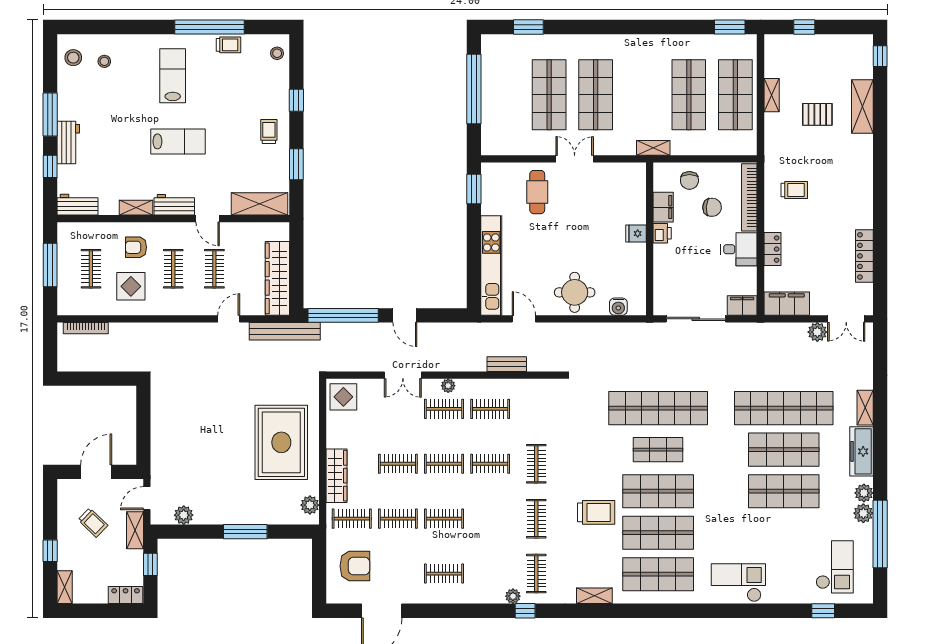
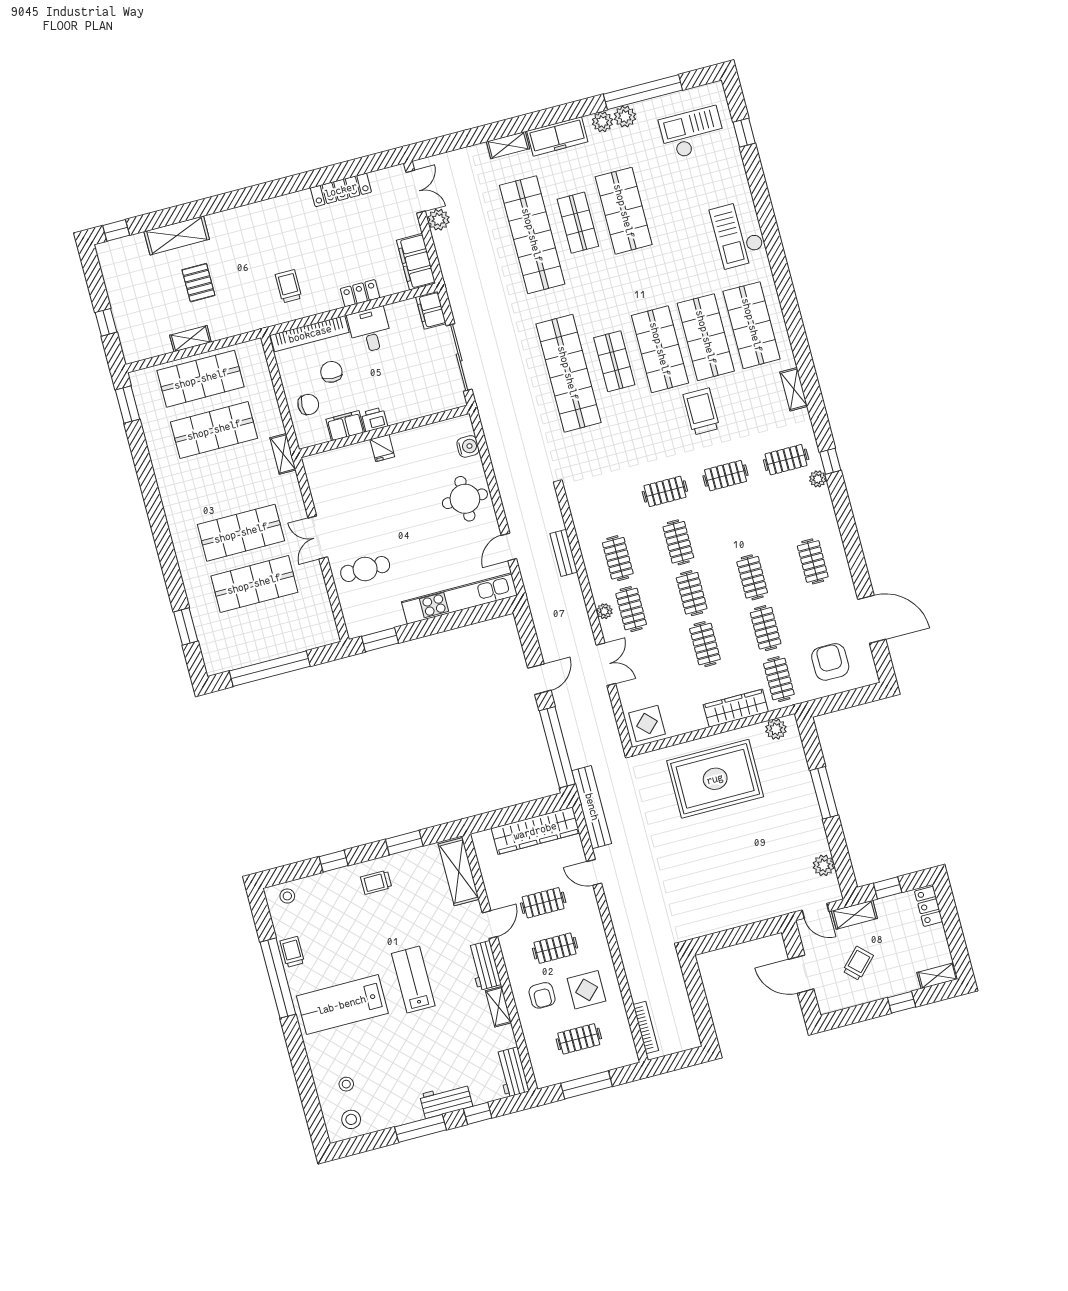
lab bench: (173, 76) -> (342, 1005), width x1.36, depth x1.39
shop shelf: (784, 450) -> (578, 223), width x0.70, depth x0.74

